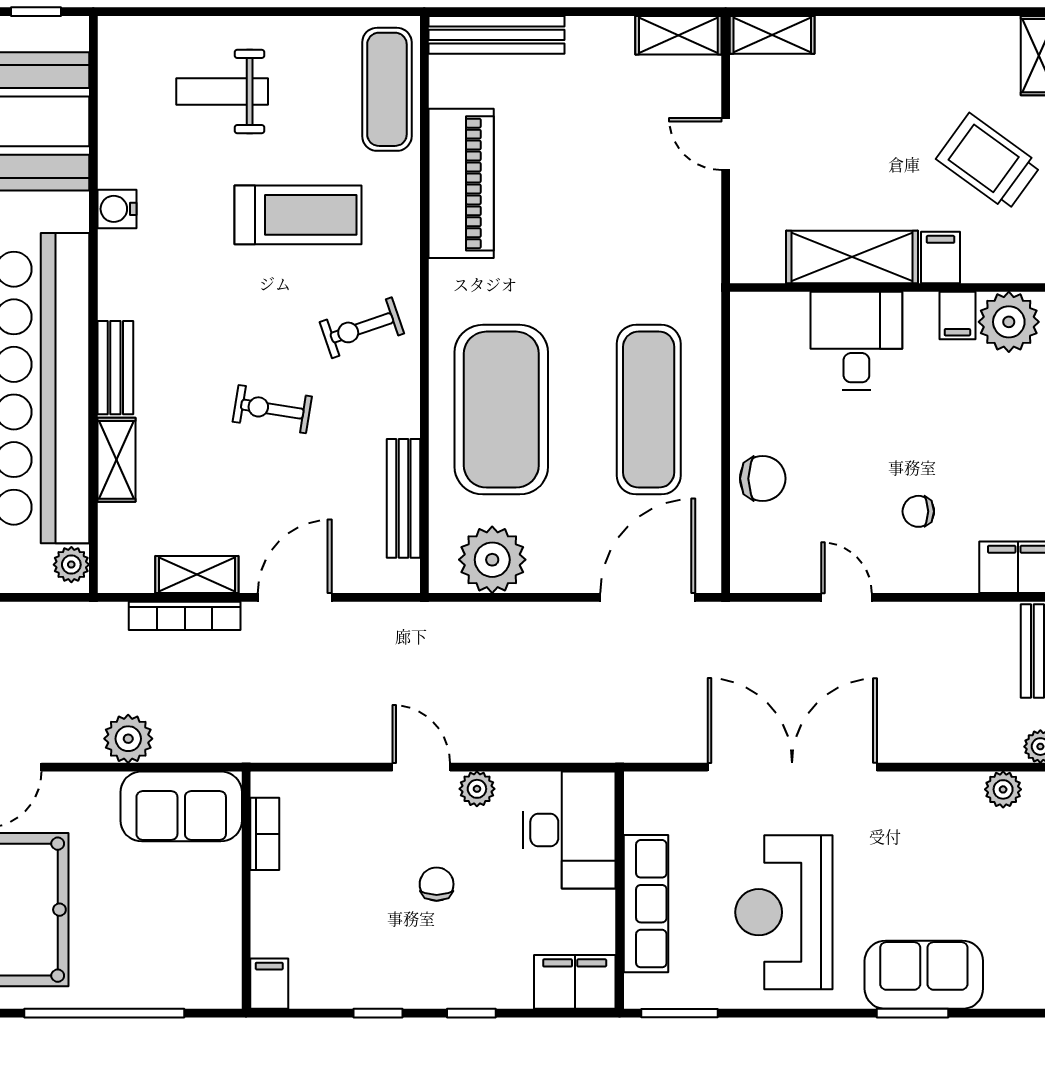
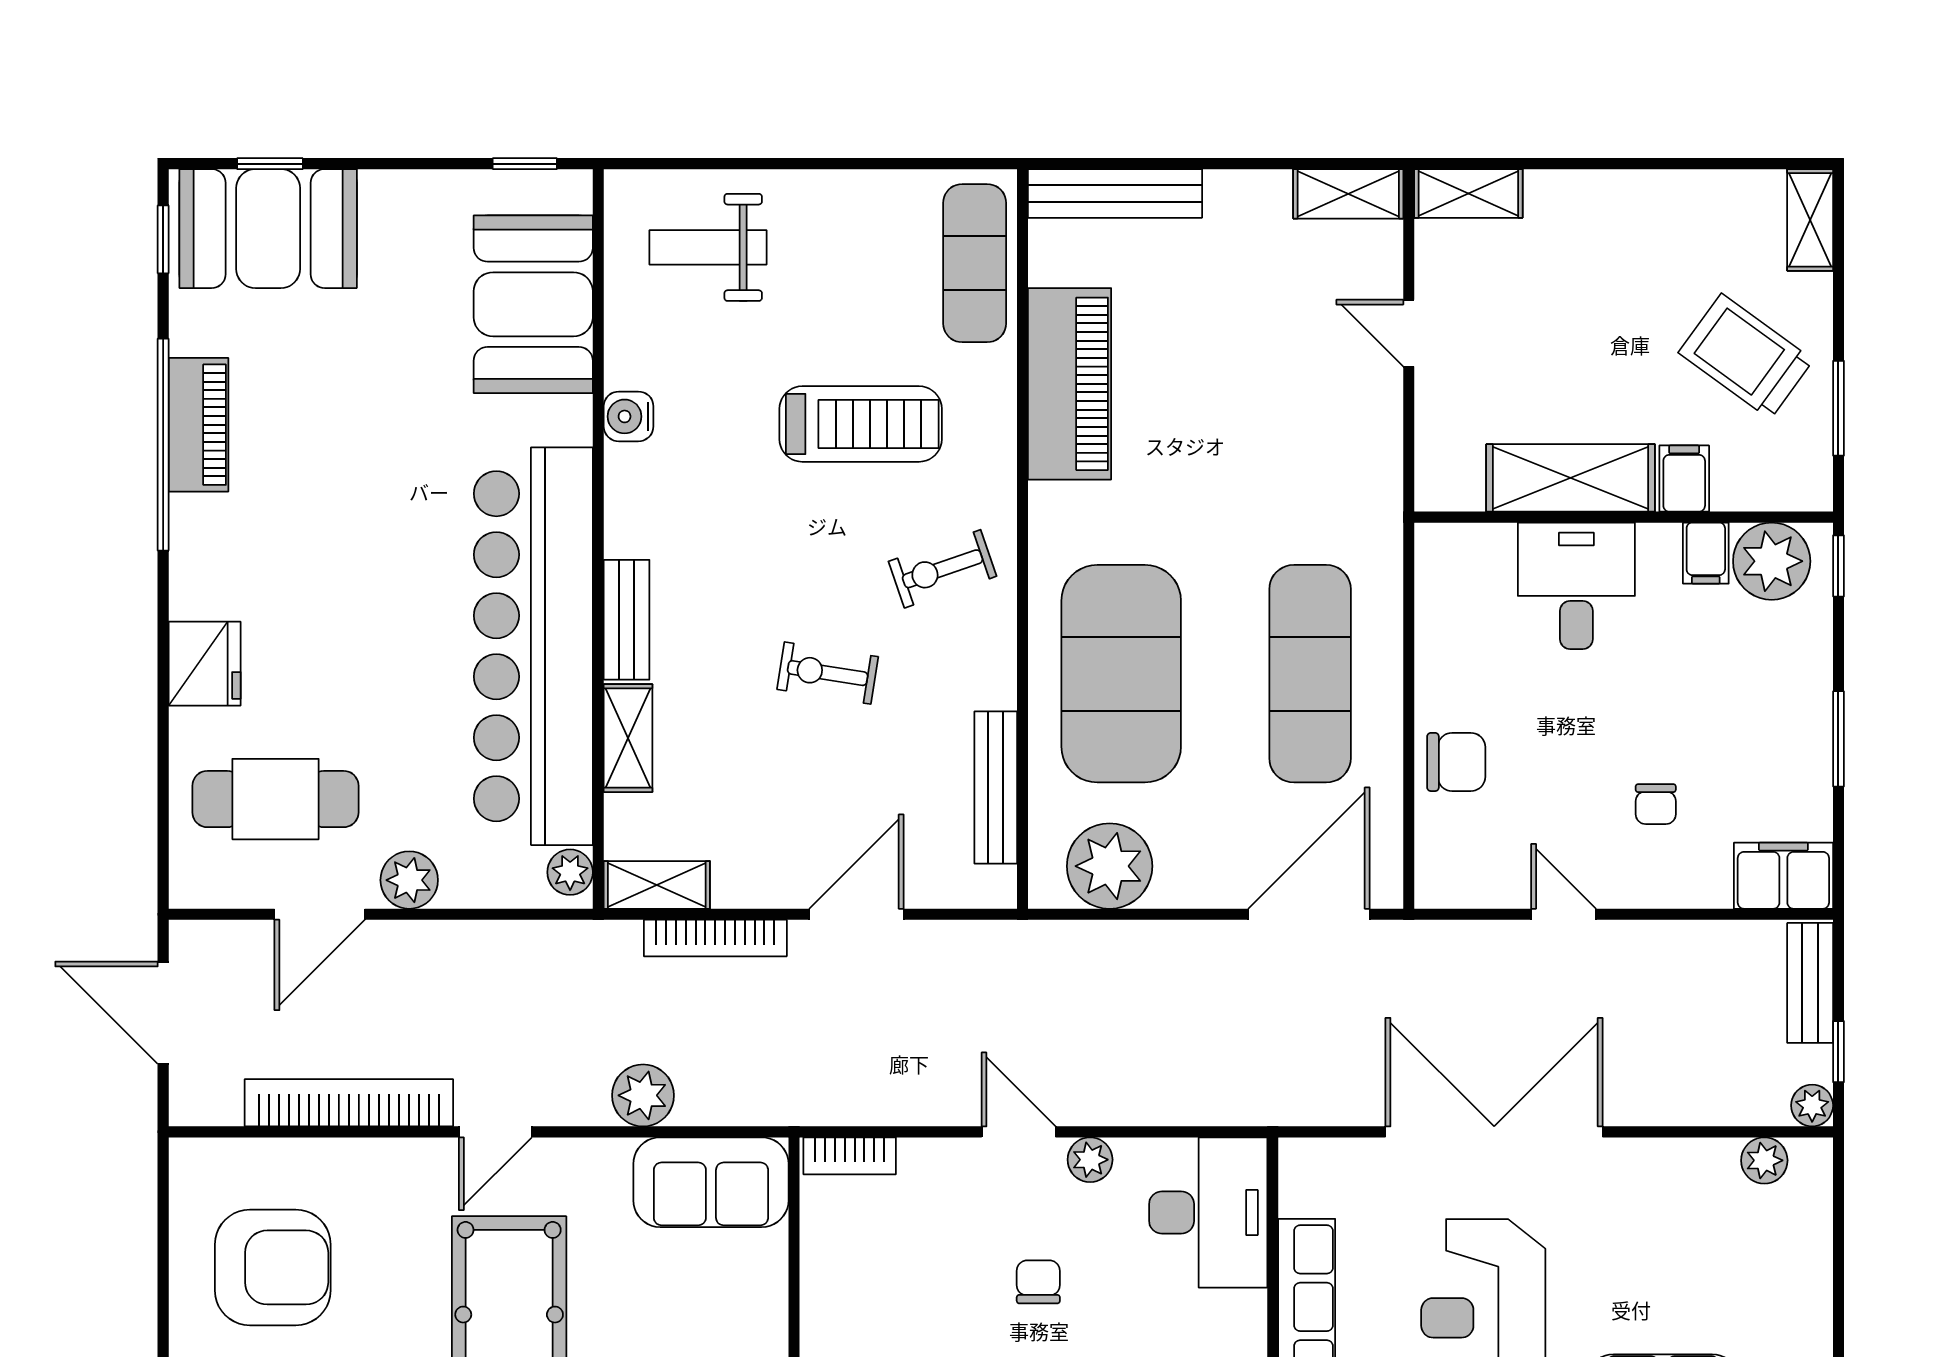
weight bench: (222, 91) -> (708, 247), moved
chair: (918, 511) -> (1656, 804), turned -90
shelving: (197, 574) -> (657, 885), moved
bookcase: (265, 834) -> (850, 1156), moved, turned 90

